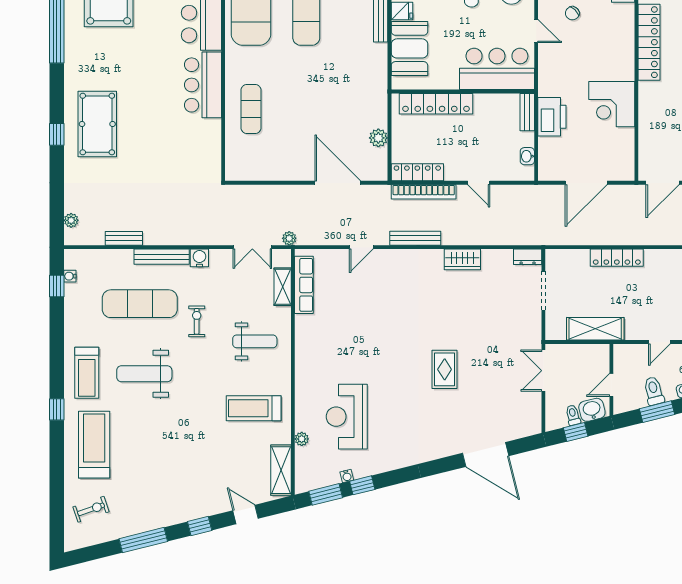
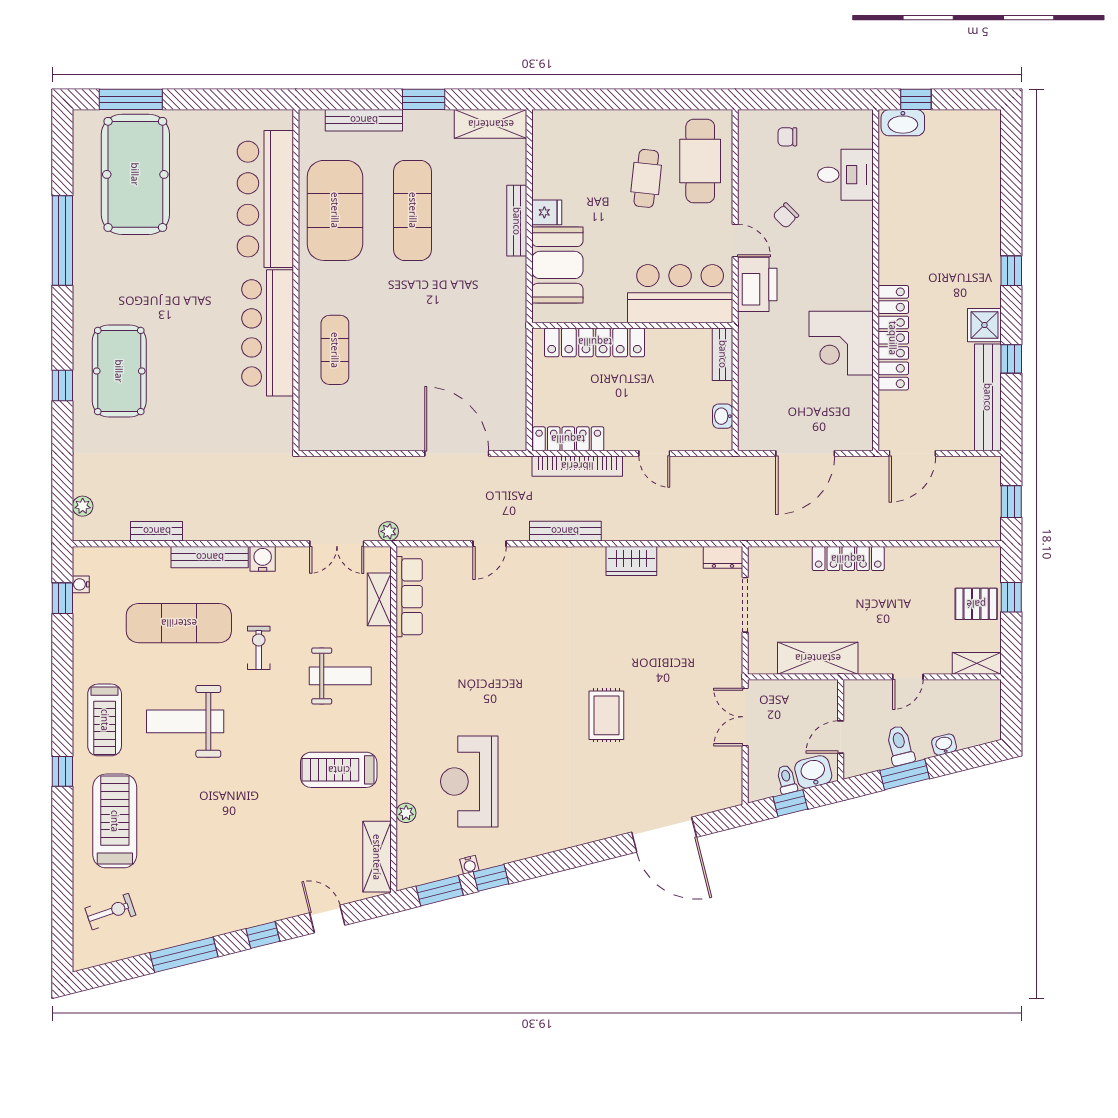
locker: (649, 42) -> (893, 338), moved
bar counter: (203, 85) -> (268, 333), width x1.36
printer: (552, 117) -> (757, 284), moved
plant: (378, 138) -> (514, 390), removed

